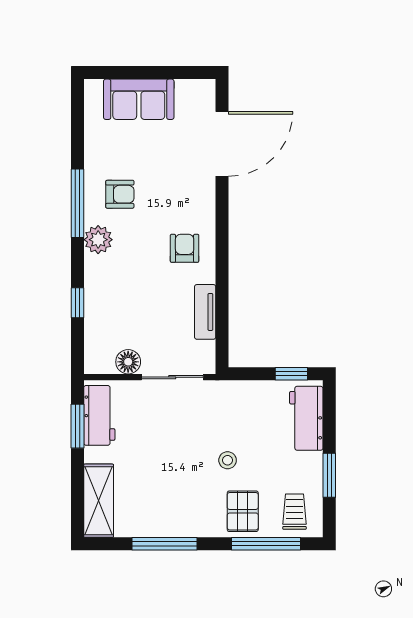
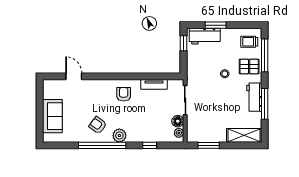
door: (222, 144) -> (74, 76), width x0.53
armchair: (120, 194) -> (98, 125), turned -54
window: (77, 203) -> (102, 145), width x1.46
armchair: (185, 248) -> (124, 94), turned 90
plant: (104, 364) -> (179, 133), added
workbench: (99, 415) -> (254, 97), moved, turned -90
window: (329, 475) -> (216, 25), moved

